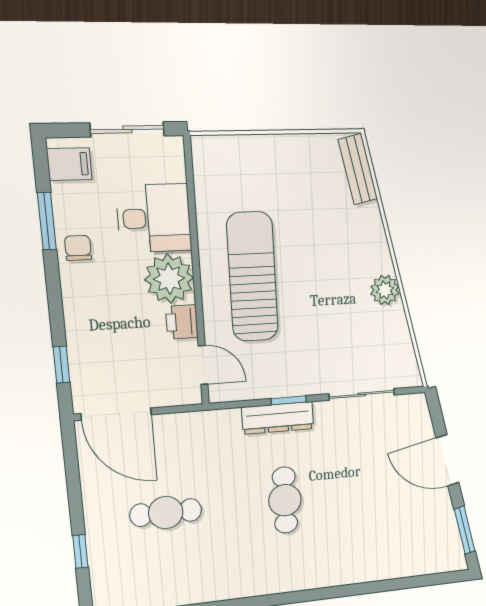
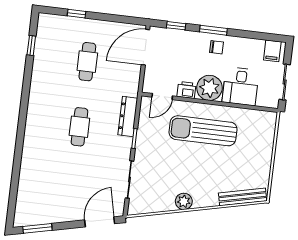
bench: (358, 169) -> (243, 197), width x1.36
window: (47, 221) -> (213, 30), moved
chair: (78, 248) -> (217, 47), moved
sun lounger: (252, 277) -> (203, 131), turned 180
dresser: (278, 418) -> (128, 116), moved
door: (447, 460) -> (100, 222), moved
cafe table: (285, 500) -> (79, 127), turned 90

